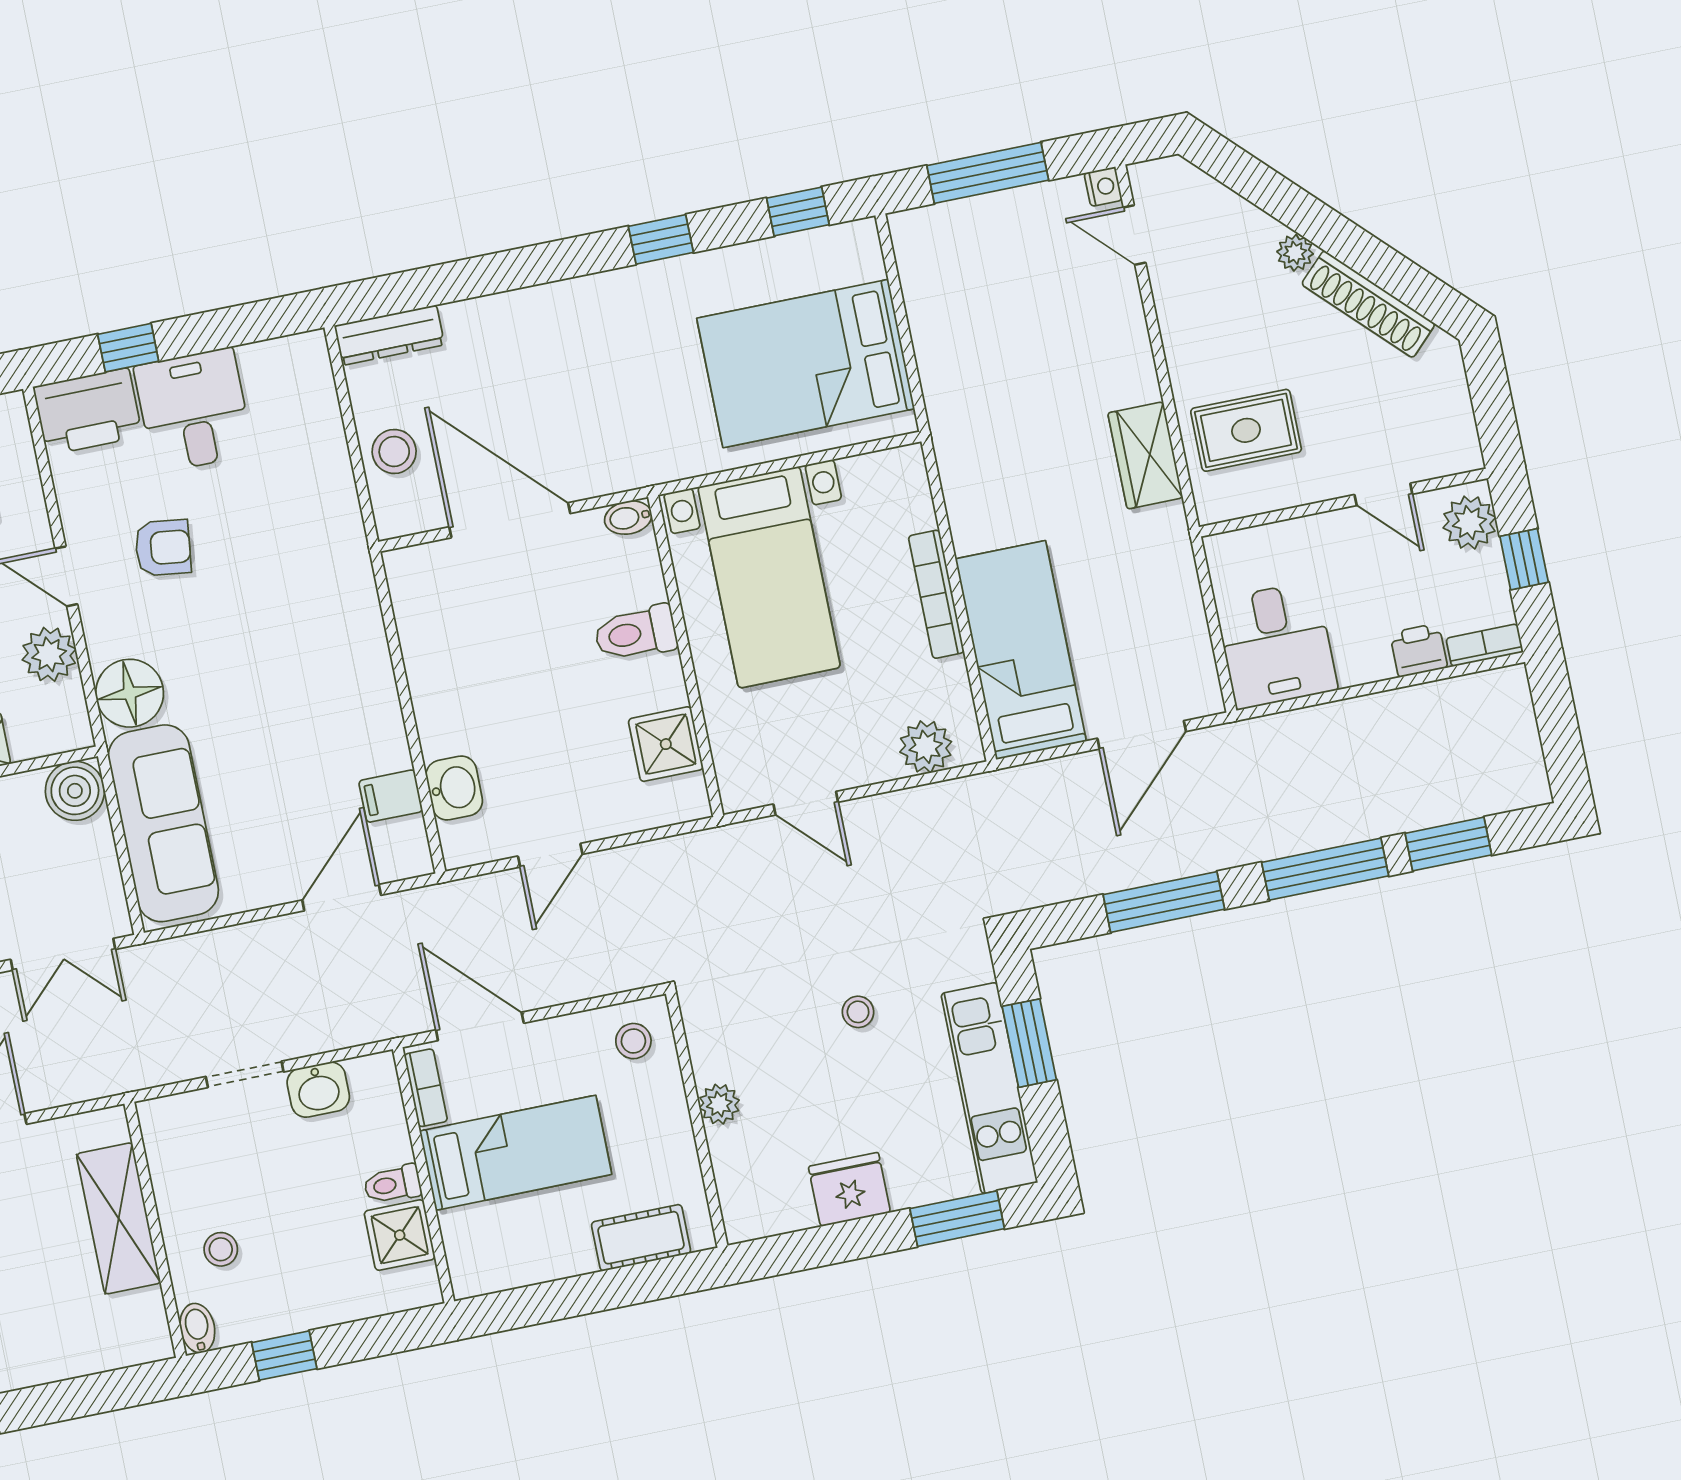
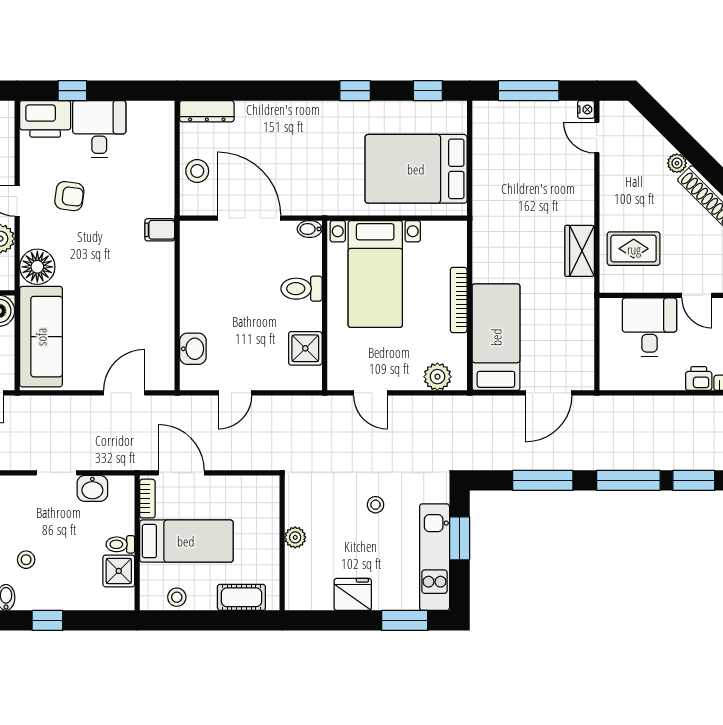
desk: (1276, 645) -> (649, 327), moved, turned 180
filing cabinet: (391, 796) -> (160, 230), moved
stool: (633, 1041) -> (177, 597), moved

